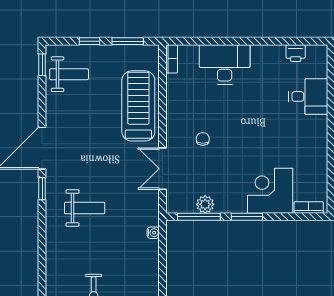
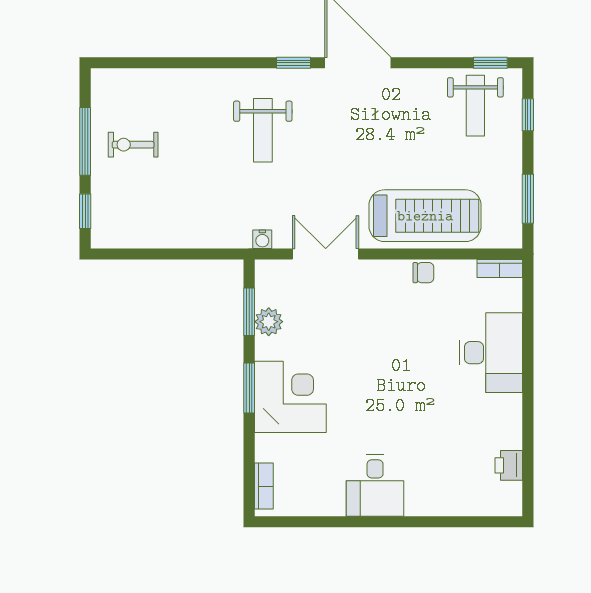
window: (90, 41) -> (528, 115), moved
desk: (308, 96) -> (375, 486), moved
chair: (203, 139) -> (423, 273), moved
corner desk: (270, 191) -> (290, 397), moved
window: (199, 217) -> (249, 312), width x0.69
water cooler: (153, 233) -> (262, 239), moved

